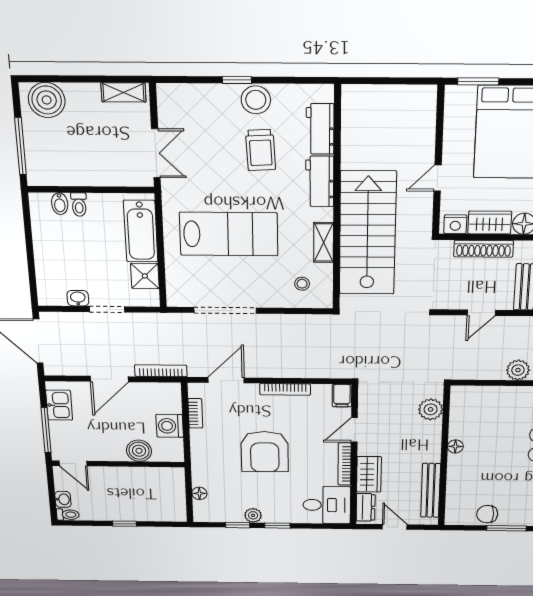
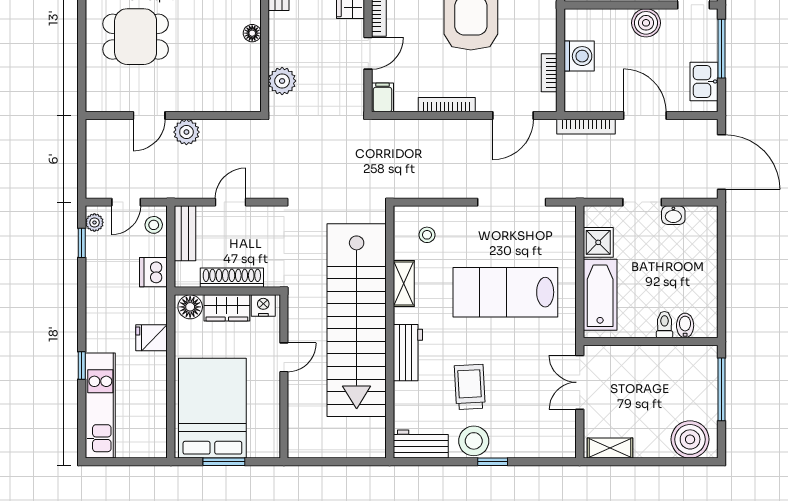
window: (478, 81) -> (224, 462), moved
workbench: (320, 129) -> (421, 444), moved, turned -90
stairs: (368, 233) -> (357, 320), width x1.36
door: (109, 379) -> (645, 116), hinge flipped
boiler: (139, 451) -> (646, 23), moved

